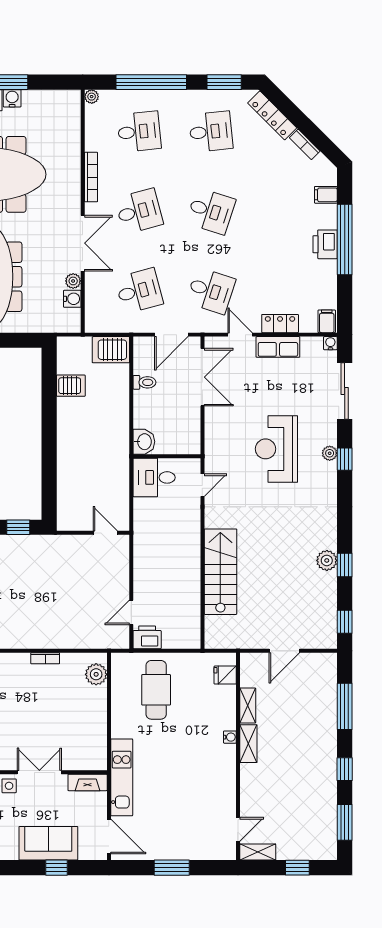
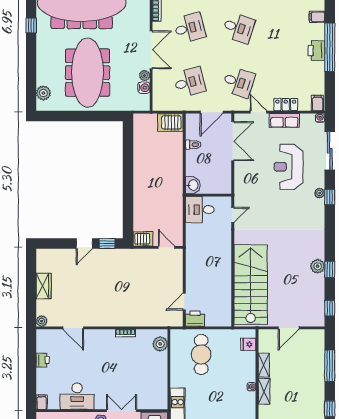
server rack: (71, 386) -> (143, 239), moved
reception desk: (276, 449) -> (289, 167), moved
stairs: (220, 572) -> (251, 284), width x1.36, depth x1.51

